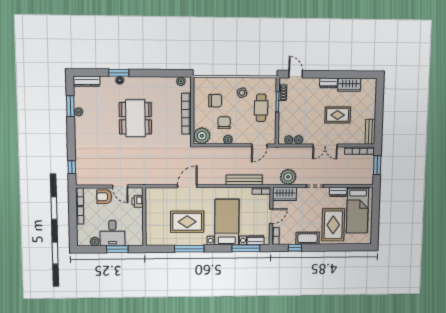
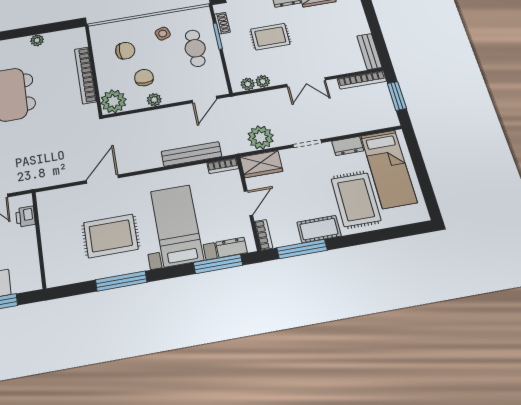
plant: (181, 81) -> (37, 40), moved
rug: (338, 115) -> (270, 37), moved
window: (295, 248) -> (302, 249), width x2.17

